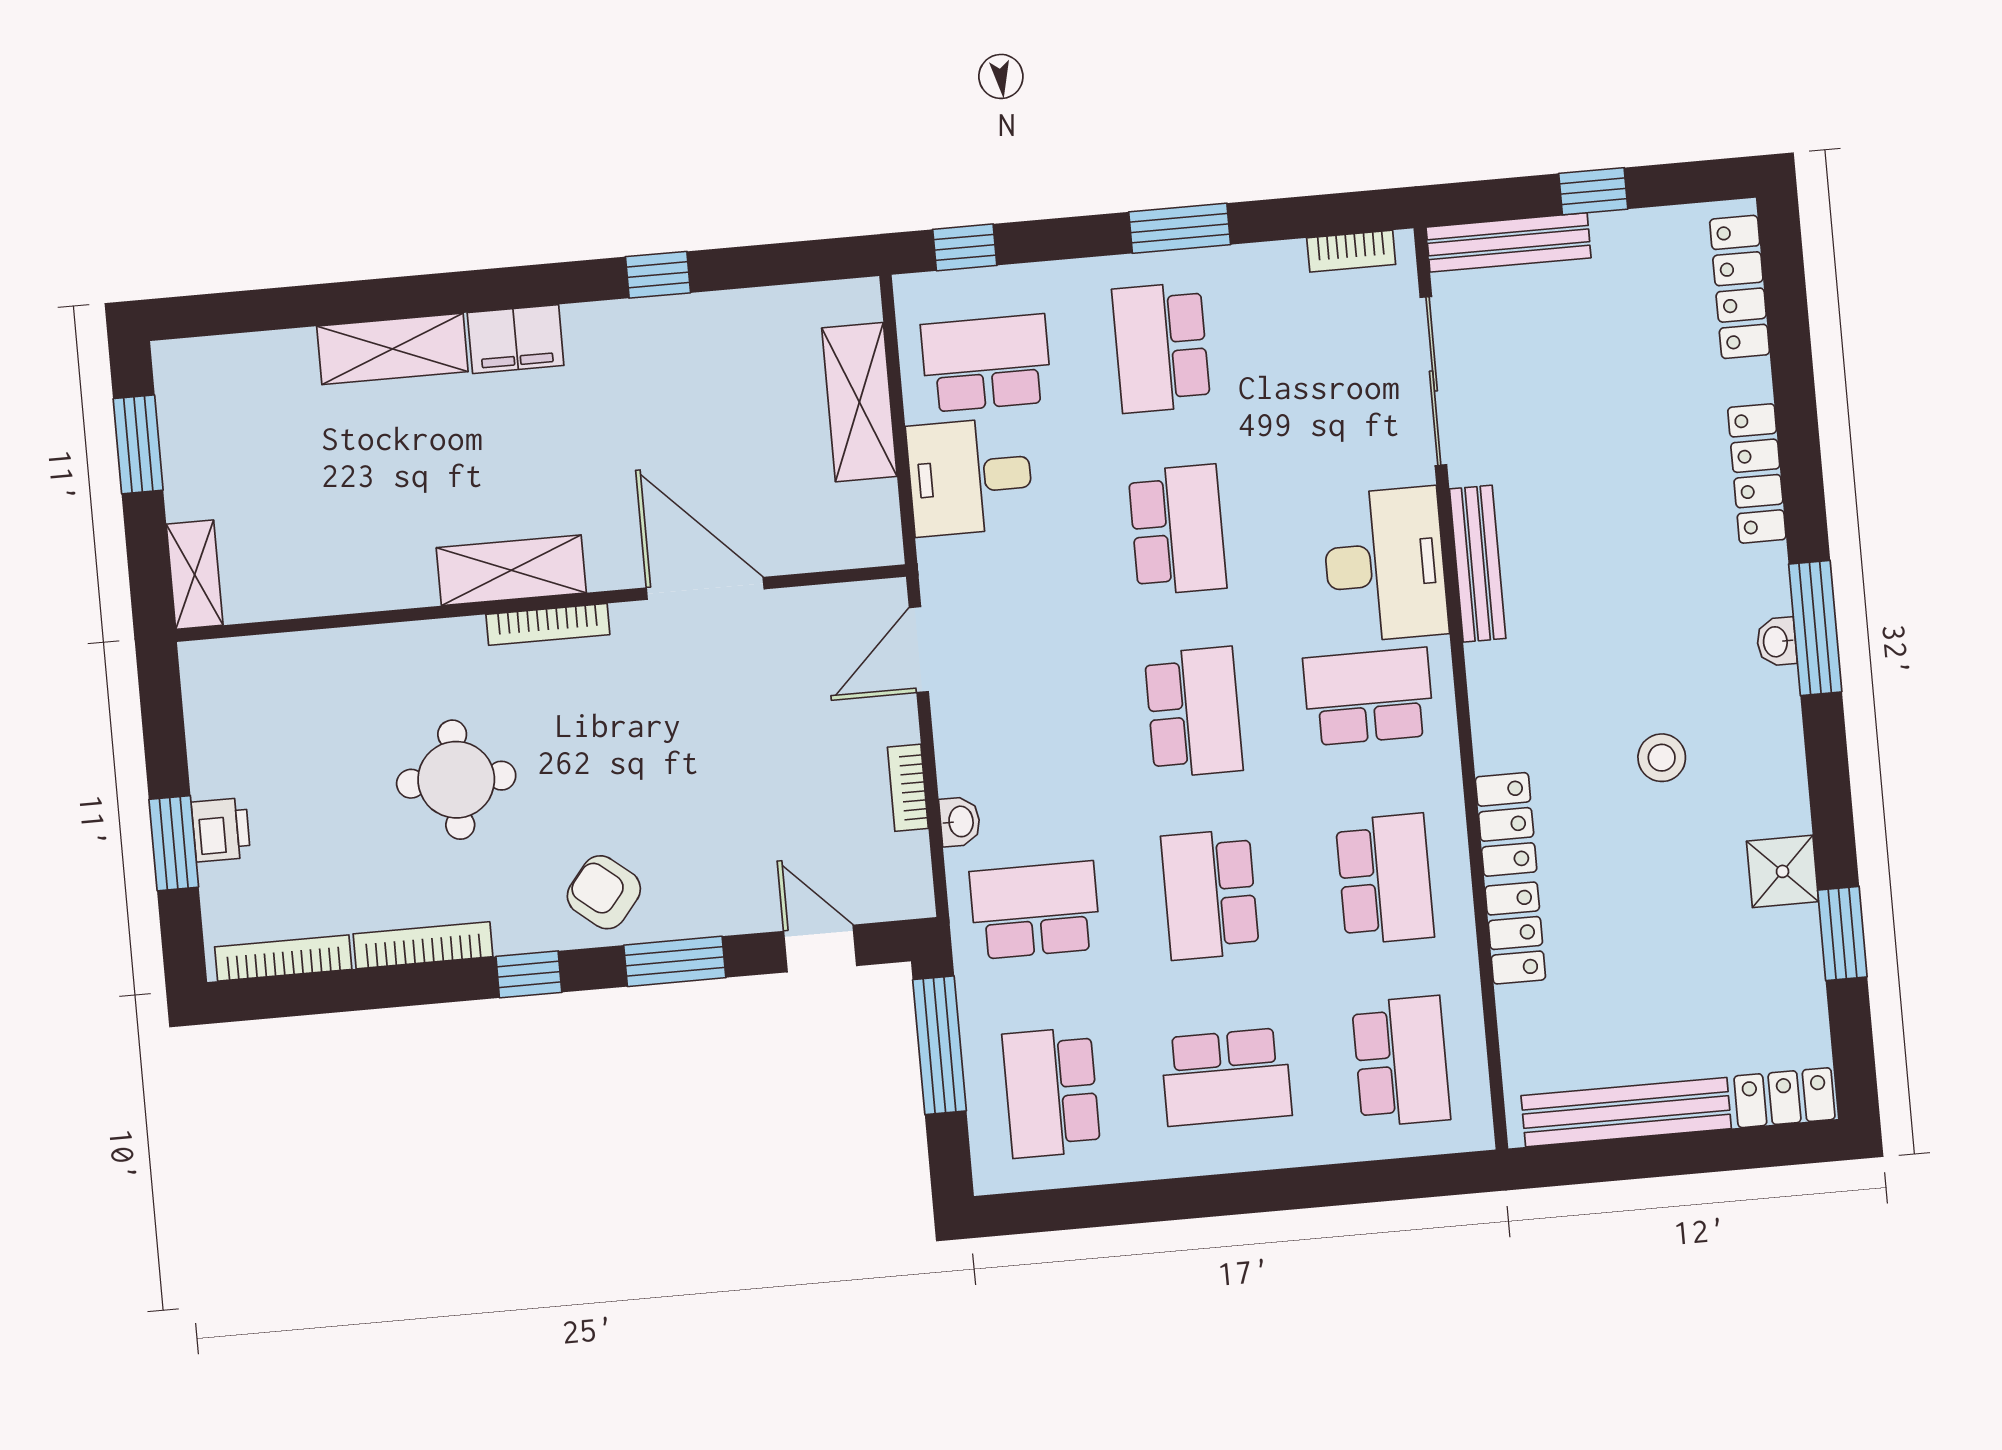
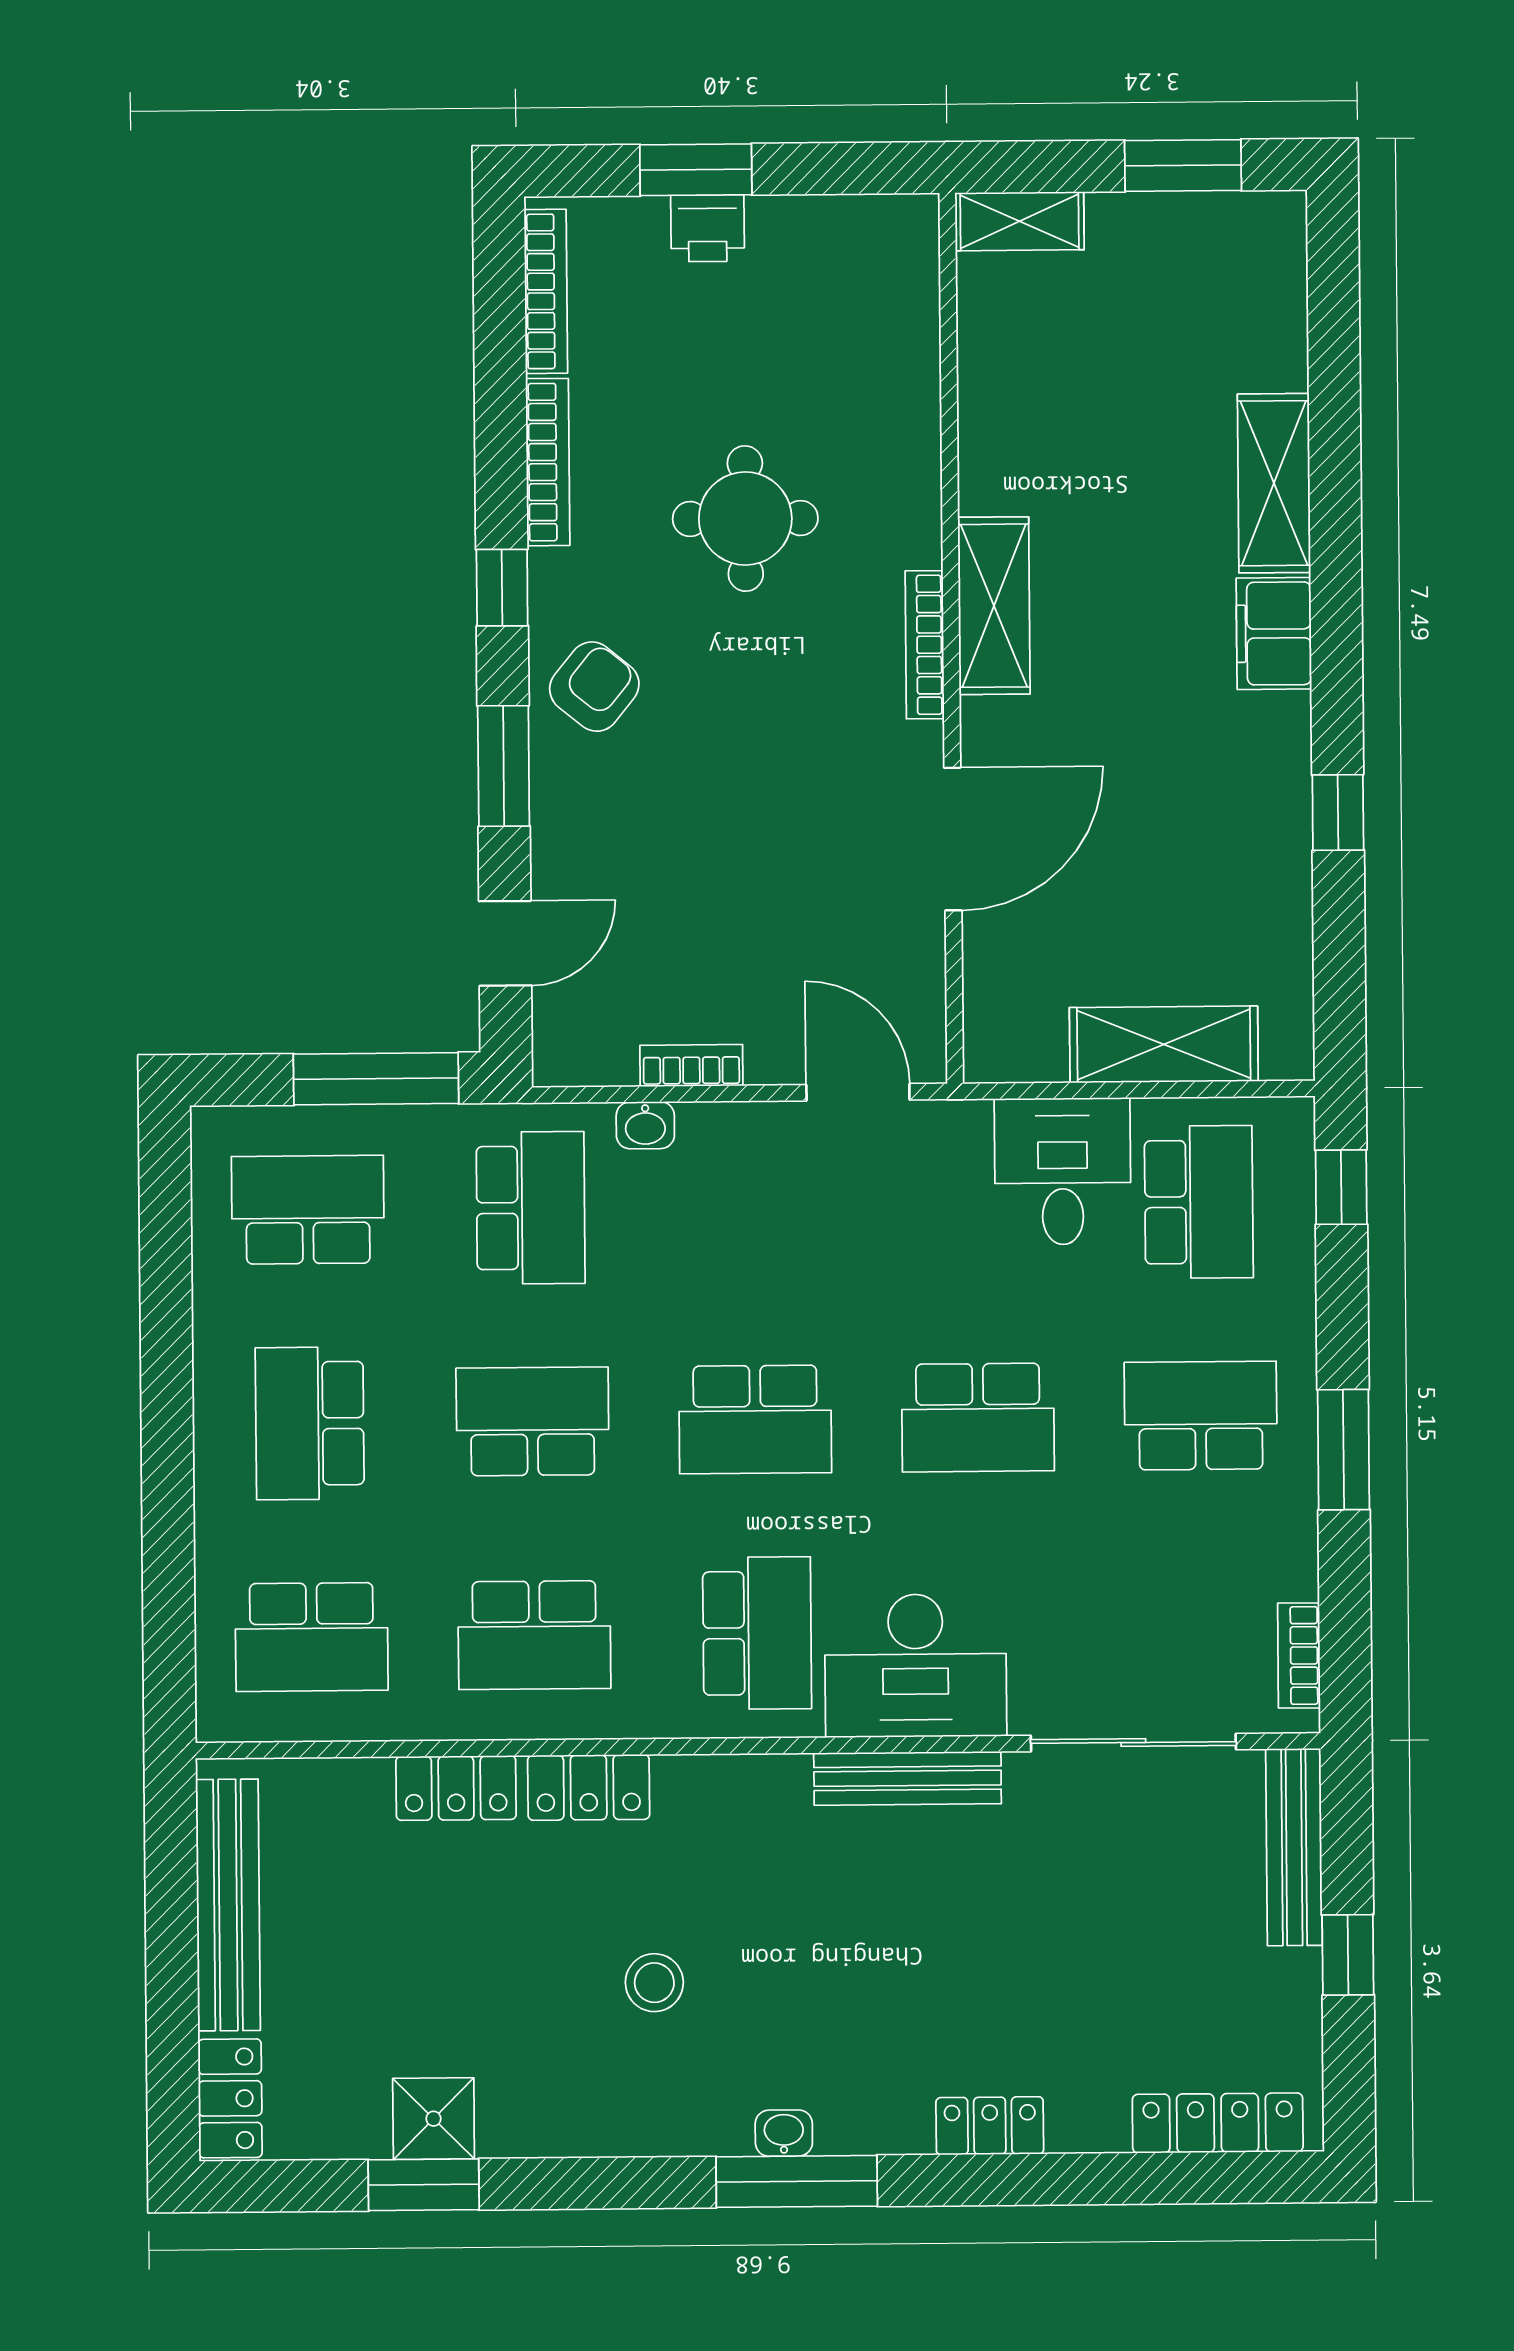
locker: (1757, 473) -> (990, 2126), width x0.66
shower: (1783, 871) -> (434, 2119), moved

